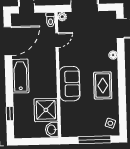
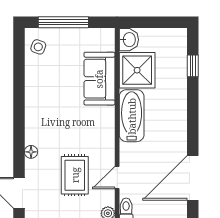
bathtub: (20, 76) -> (132, 116), moved, turned 180
sofa: (70, 84) -> (99, 79), moved
rug: (103, 85) -> (75, 175), moved

